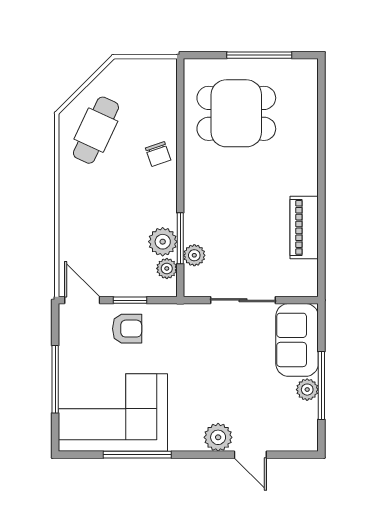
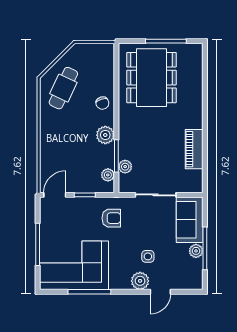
dining table: (236, 113) -> (151, 78), width x1.38
plant: (163, 242) -> (105, 135), moved
door: (82, 300) -> (55, 195), hinge flipped
armchair: (127, 329) -> (111, 218), moved
side table: (231, 398) -> (148, 256), added
door: (250, 455) -> (160, 292), hinge flipped

